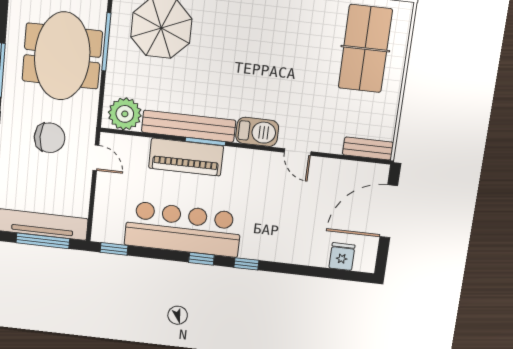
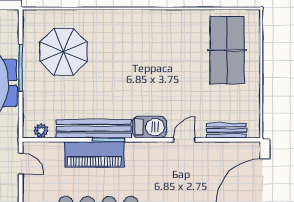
plant: (125, 114) -> (41, 131), width x0.53, depth x0.53
bench: (368, 148) -> (226, 130), moved
door: (298, 152) -> (184, 140), swing flipped

